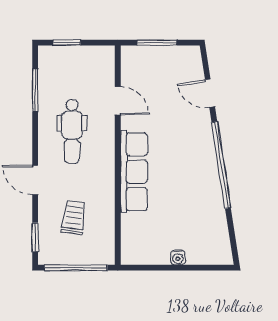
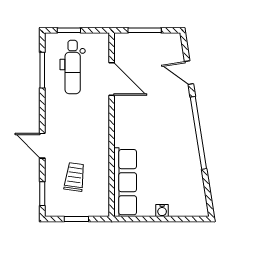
door: (118, 101) -> (112, 79), width x1.38
dental chair: (72, 131) -> (73, 67), moved
row of seats: (134, 172) -> (125, 182), moved
window: (76, 268) -> (76, 219), width x0.46

